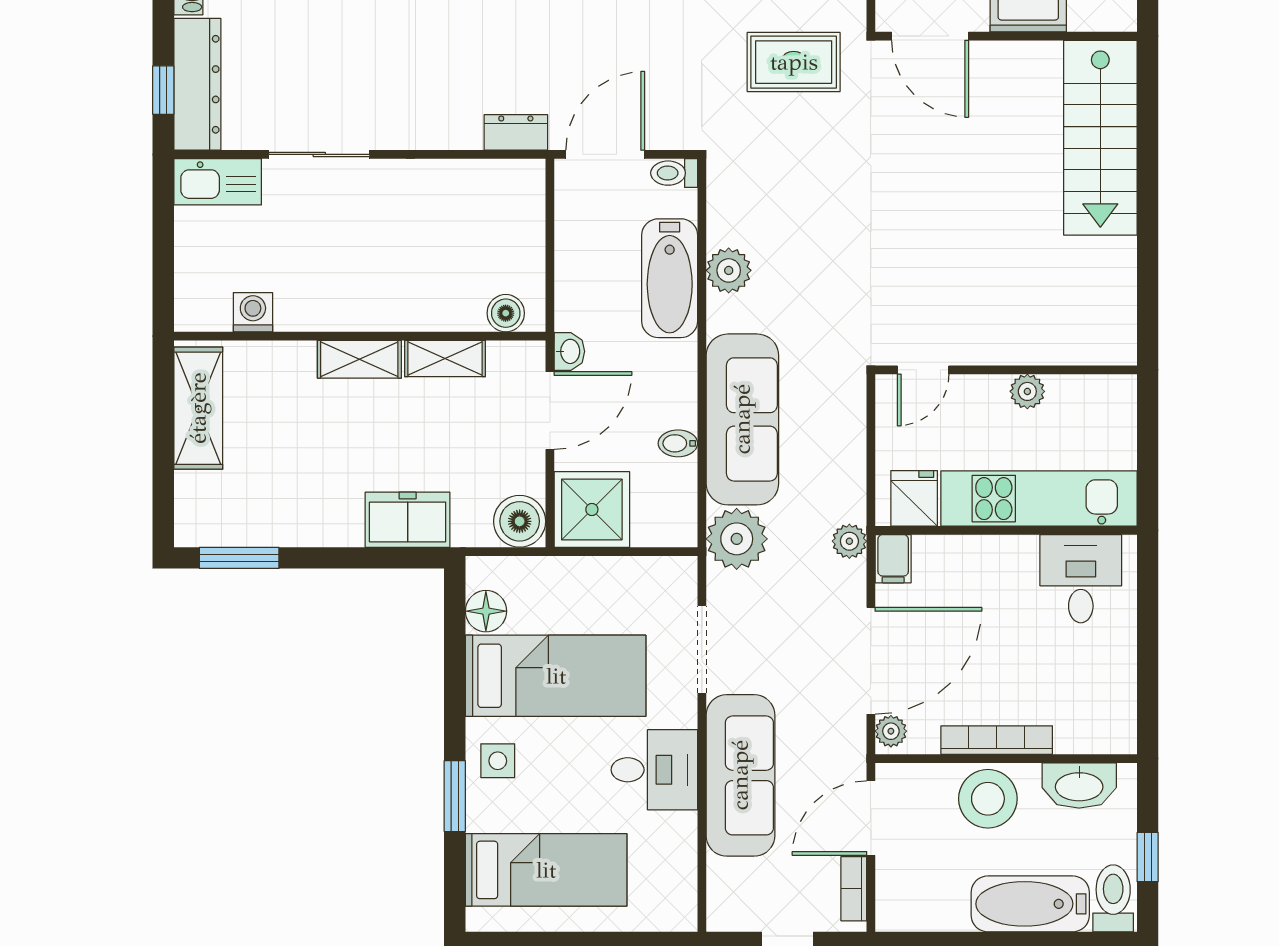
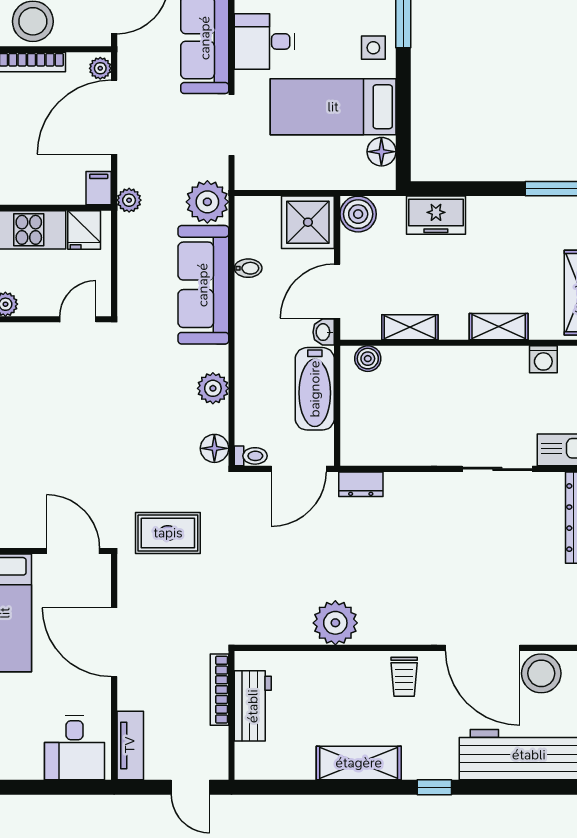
floor lamp: (726, 184) -> (214, 448), added
bathtub: (670, 278) -> (315, 389), moved, turned 180
shelving: (359, 359) -> (499, 327), moved

